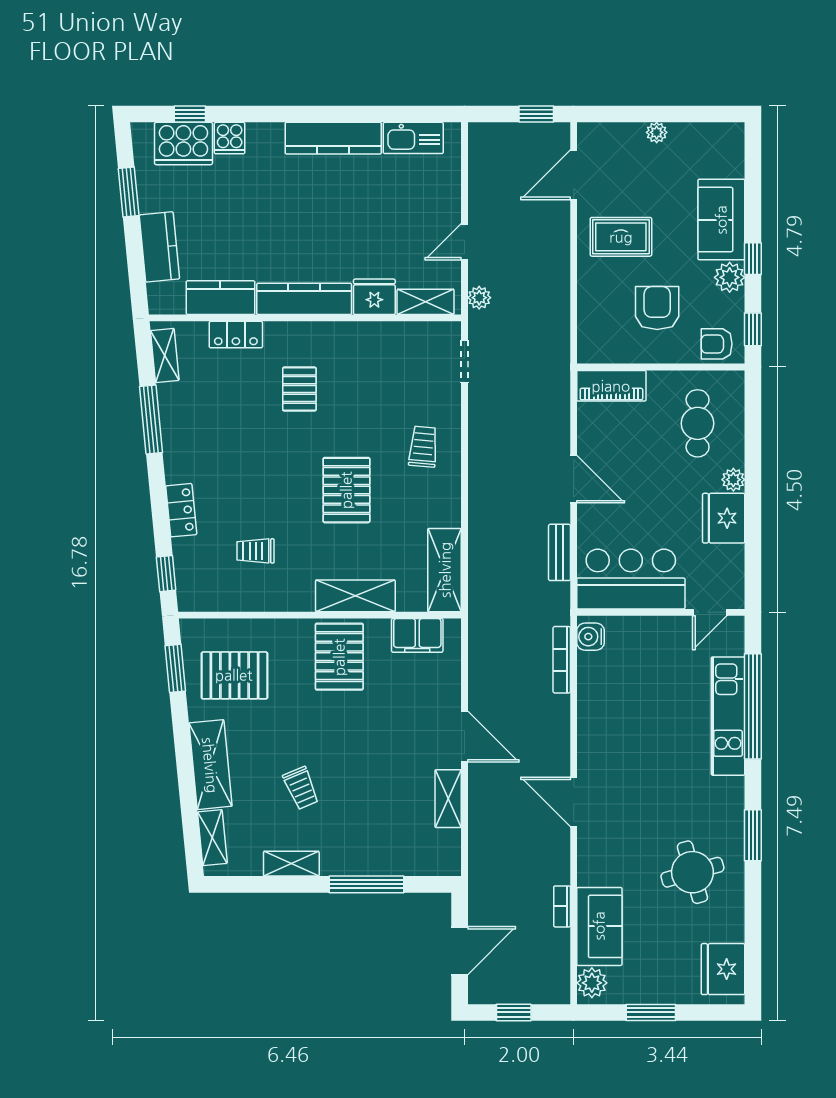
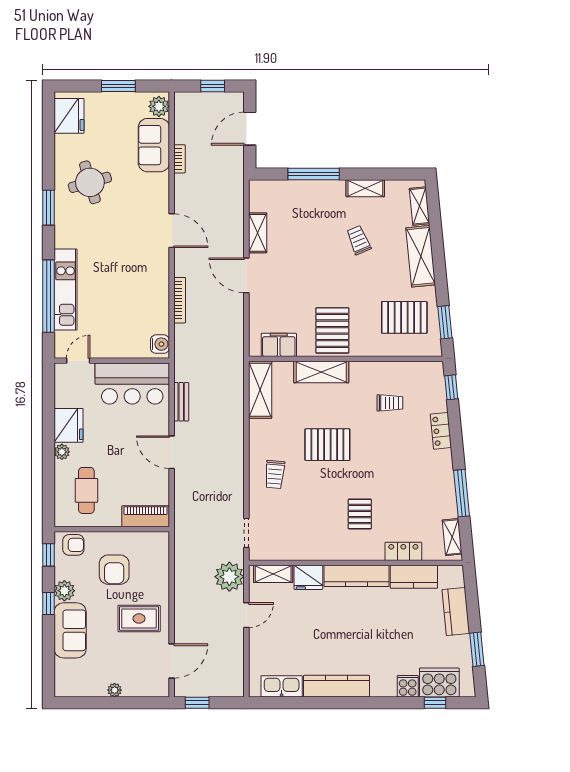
plant: (479, 298) -> (229, 577), width x1.87, depth x1.87
pallet: (346, 490) -> (327, 445), turned 90
bookcase: (562, 660) -> (180, 300), moved

